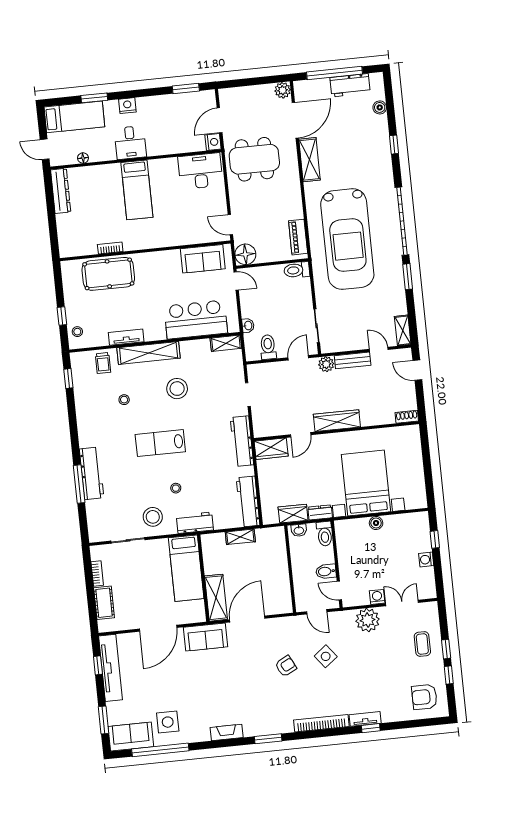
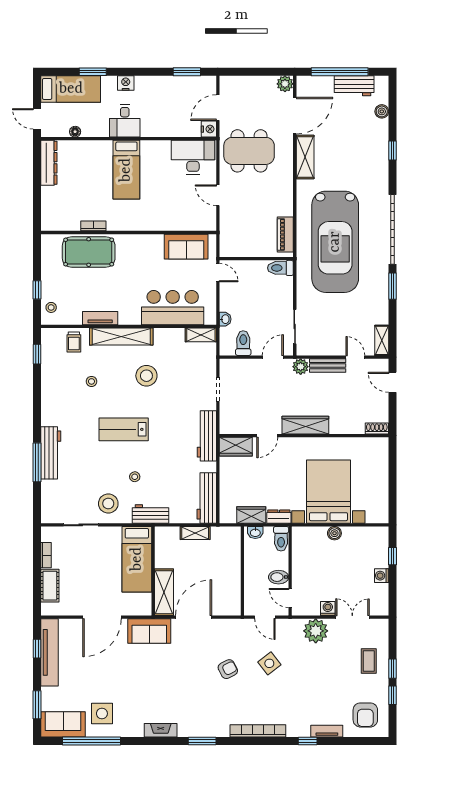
door: (230, 225) -> (218, 195), moved
floor lamp: (245, 254) -> (230, 247), removed
armchair: (424, 697) -> (365, 715), turned -90
tv unit: (365, 719) -> (327, 731), moved

